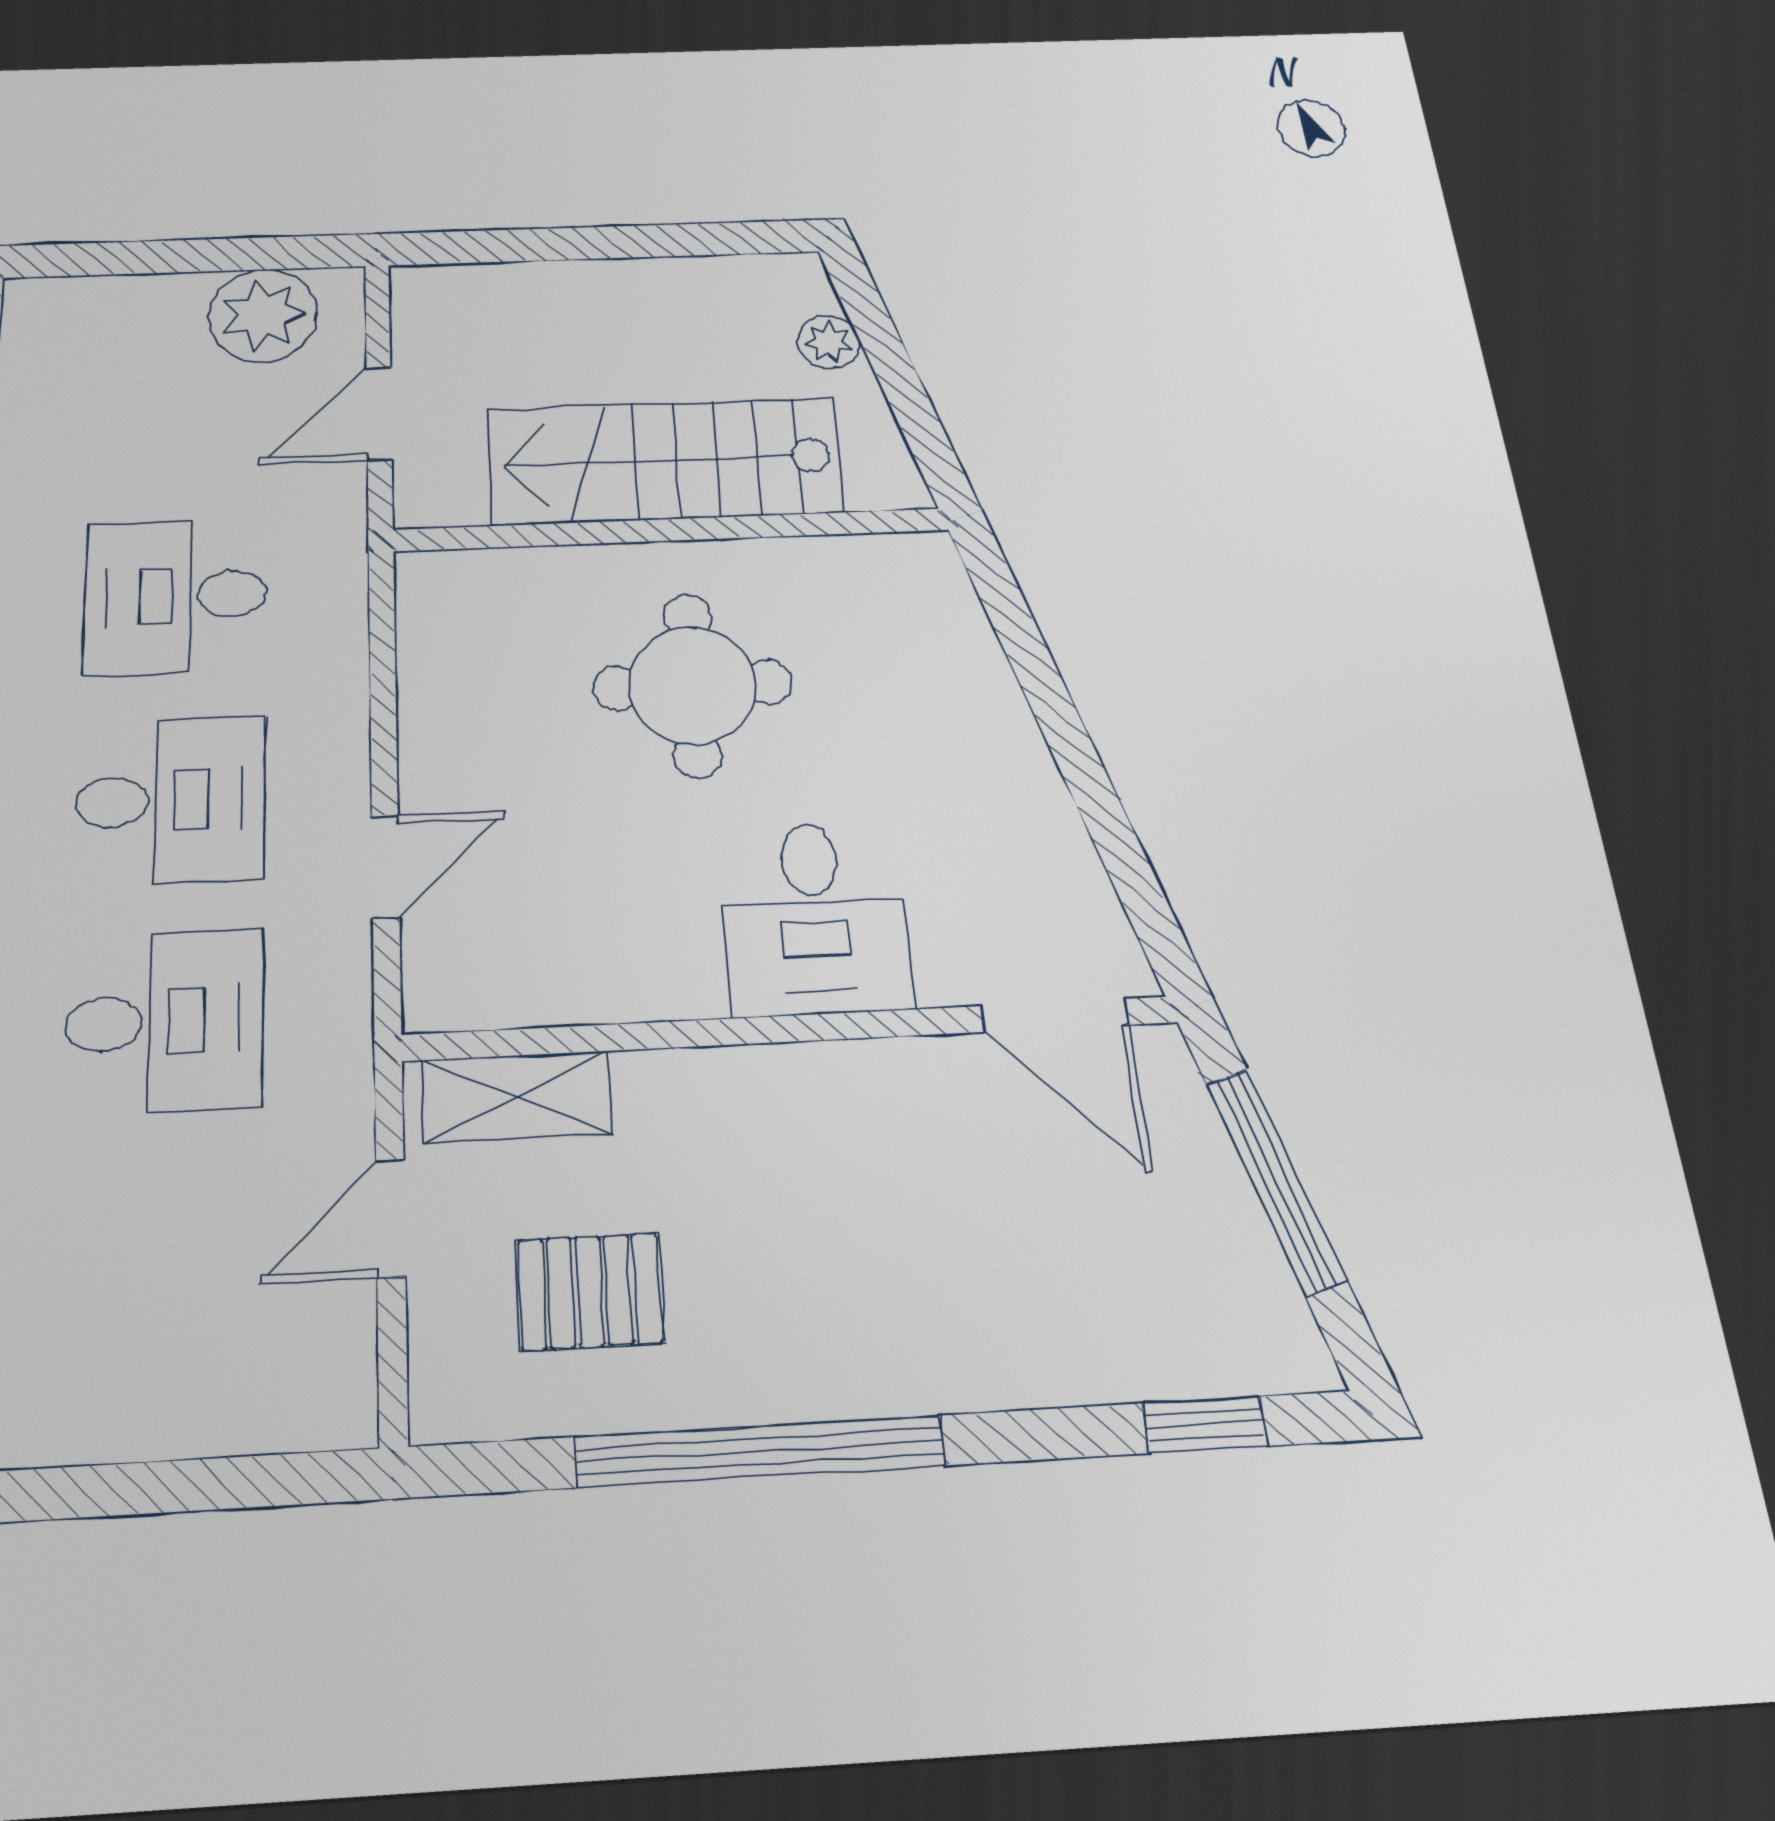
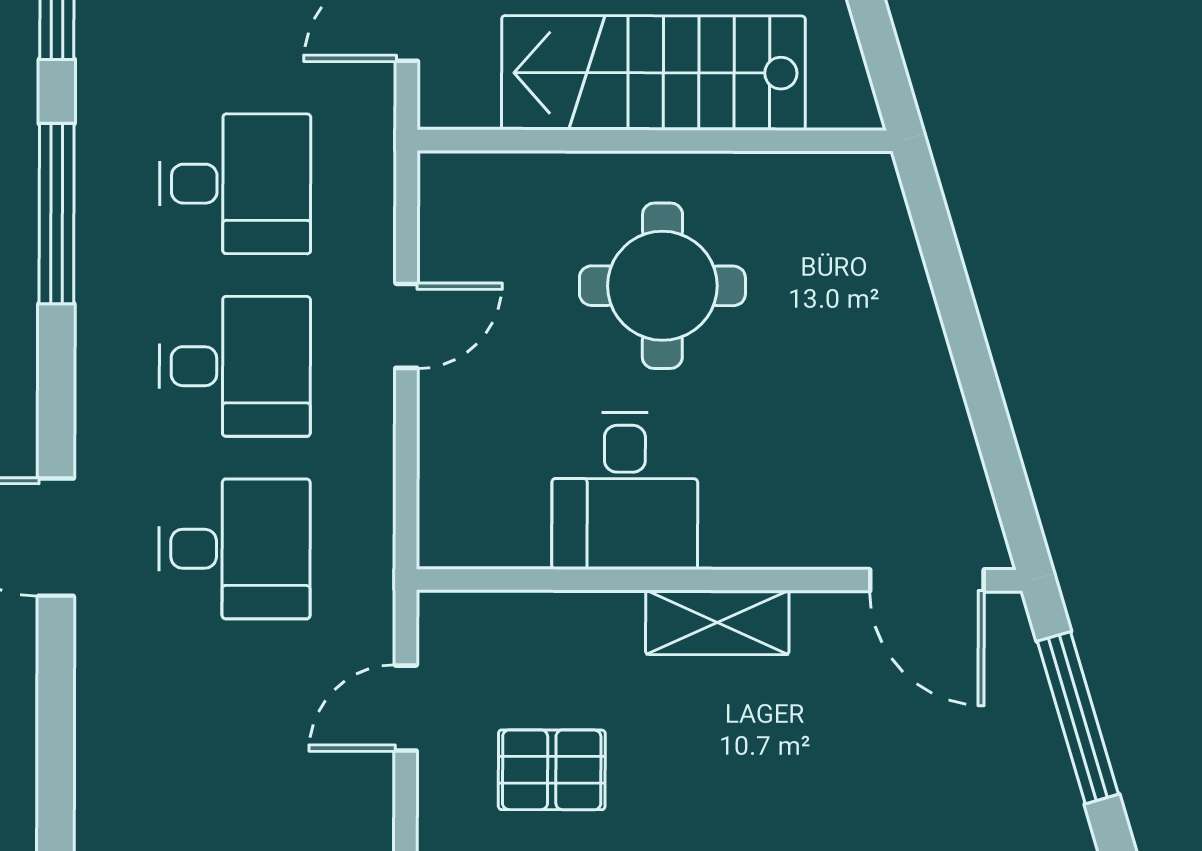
desk: (176, 596) -> (235, 184), turned 180
door: (385, 867) -> (406, 326), moved
desk: (814, 918) -> (625, 491), moved
shelving: (516, 1097) -> (717, 622), moved

